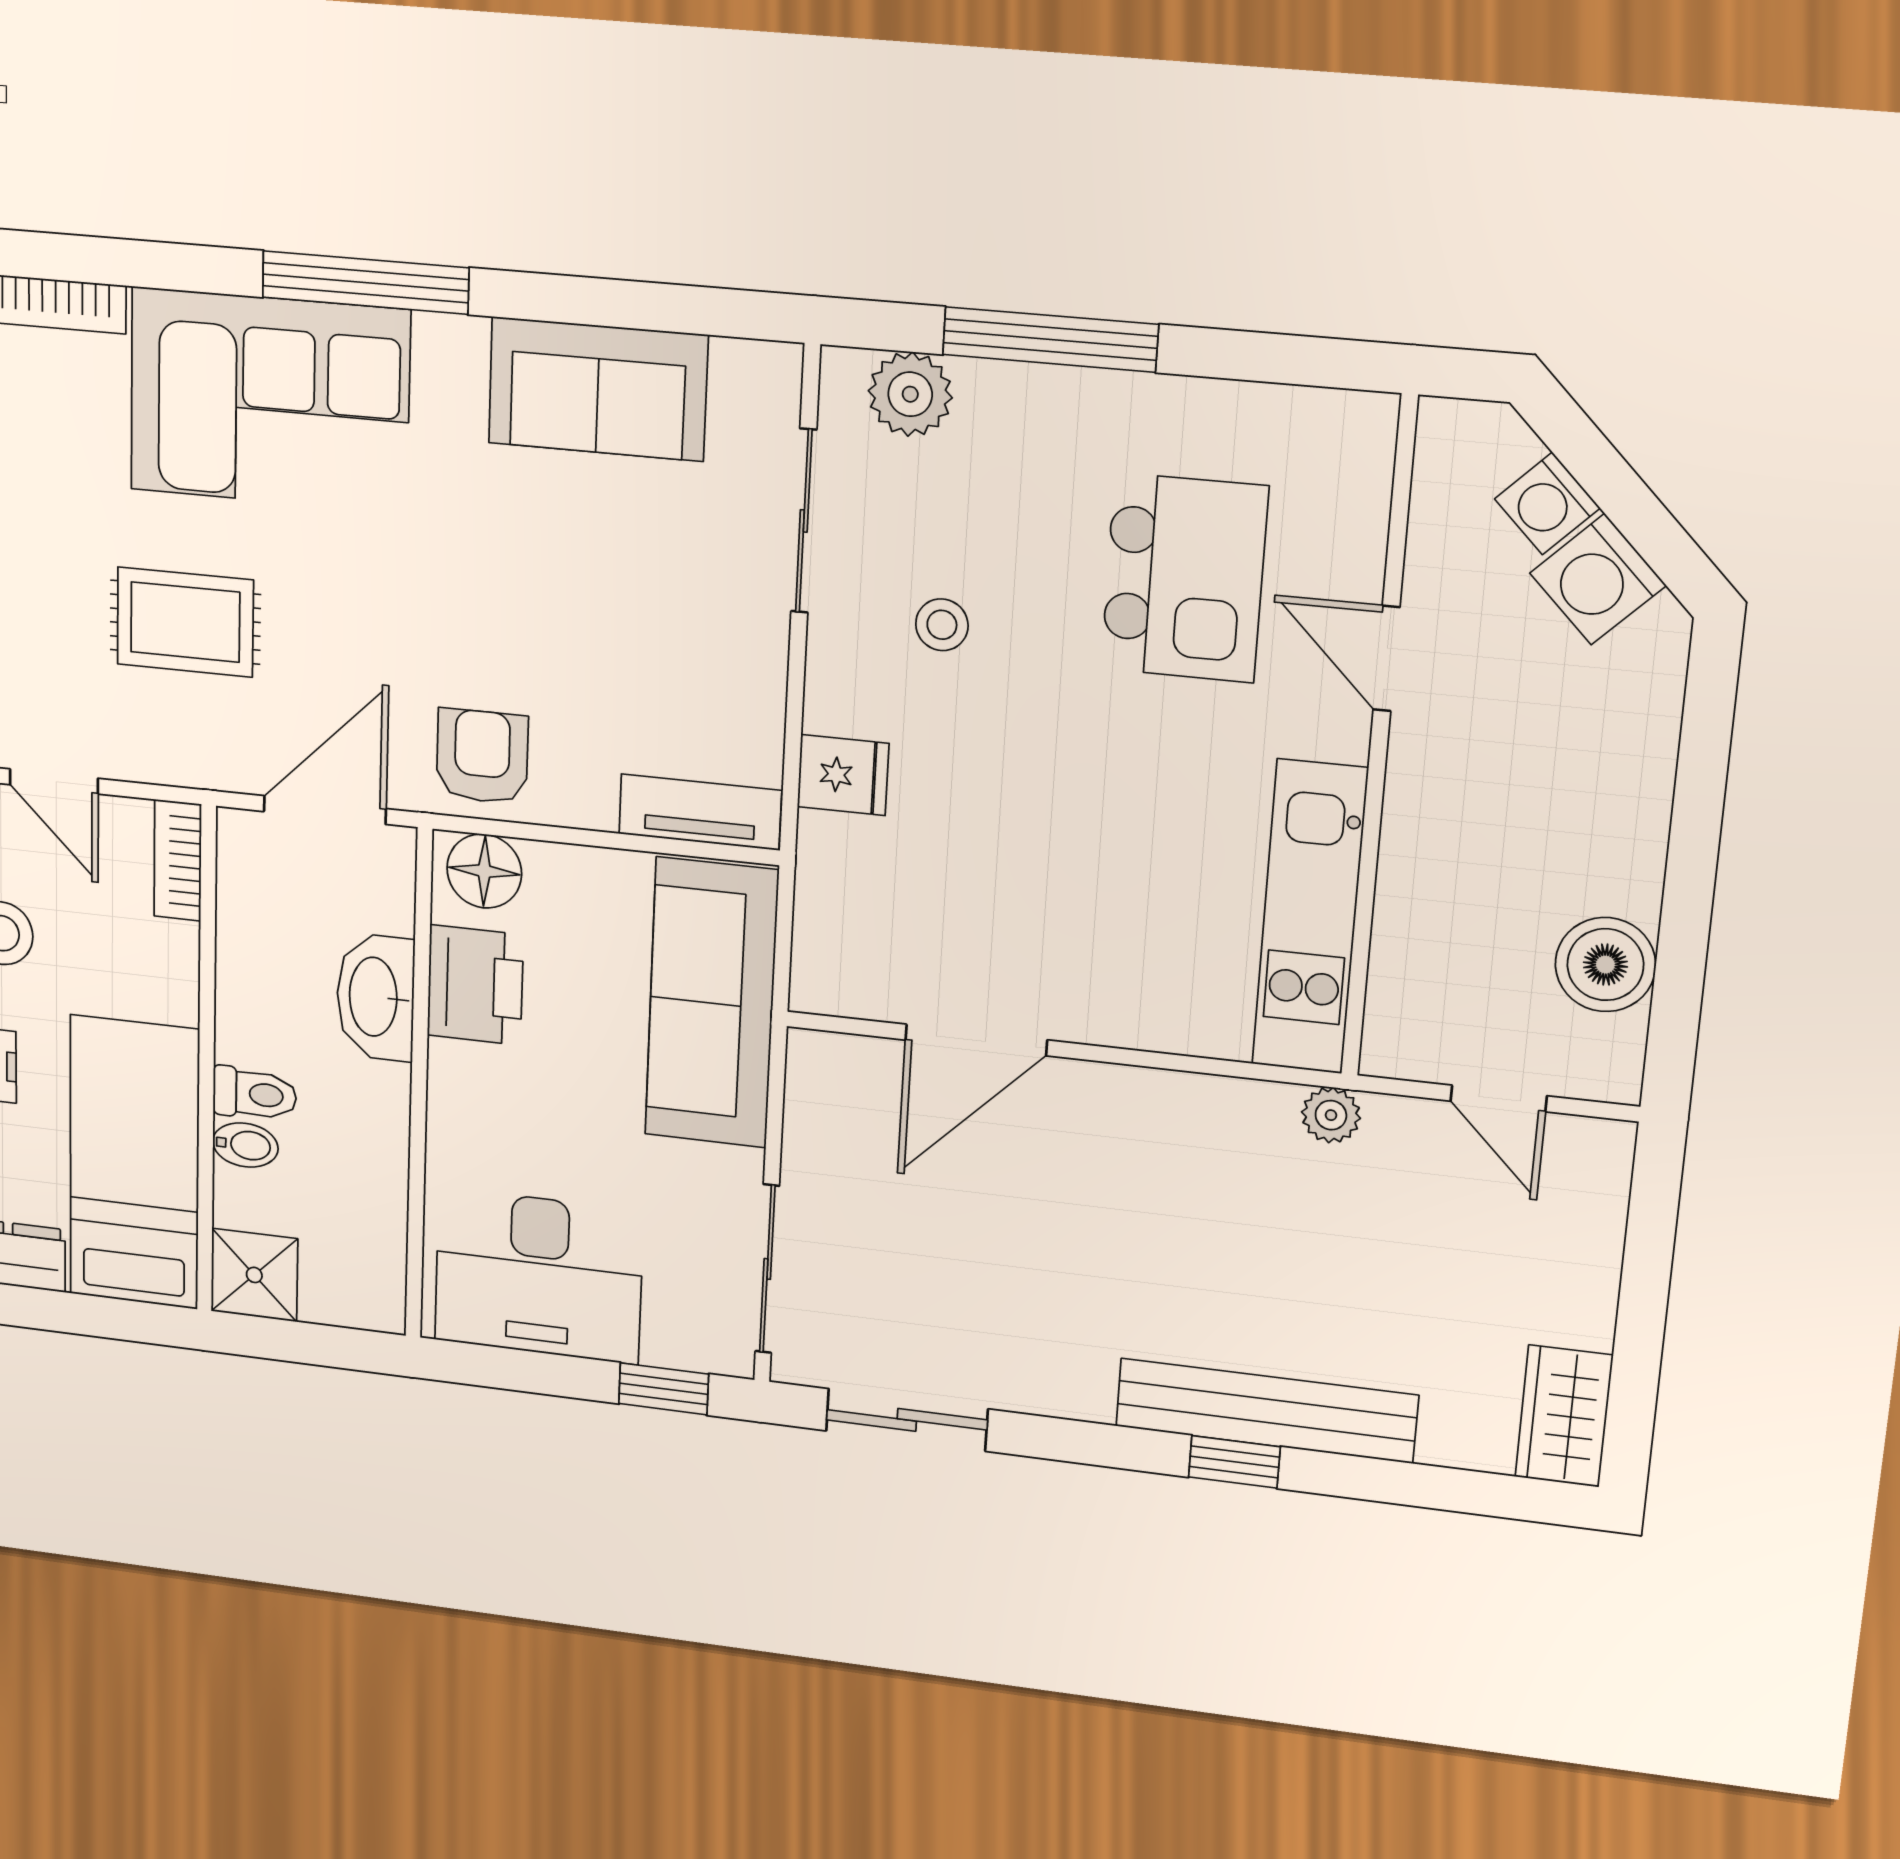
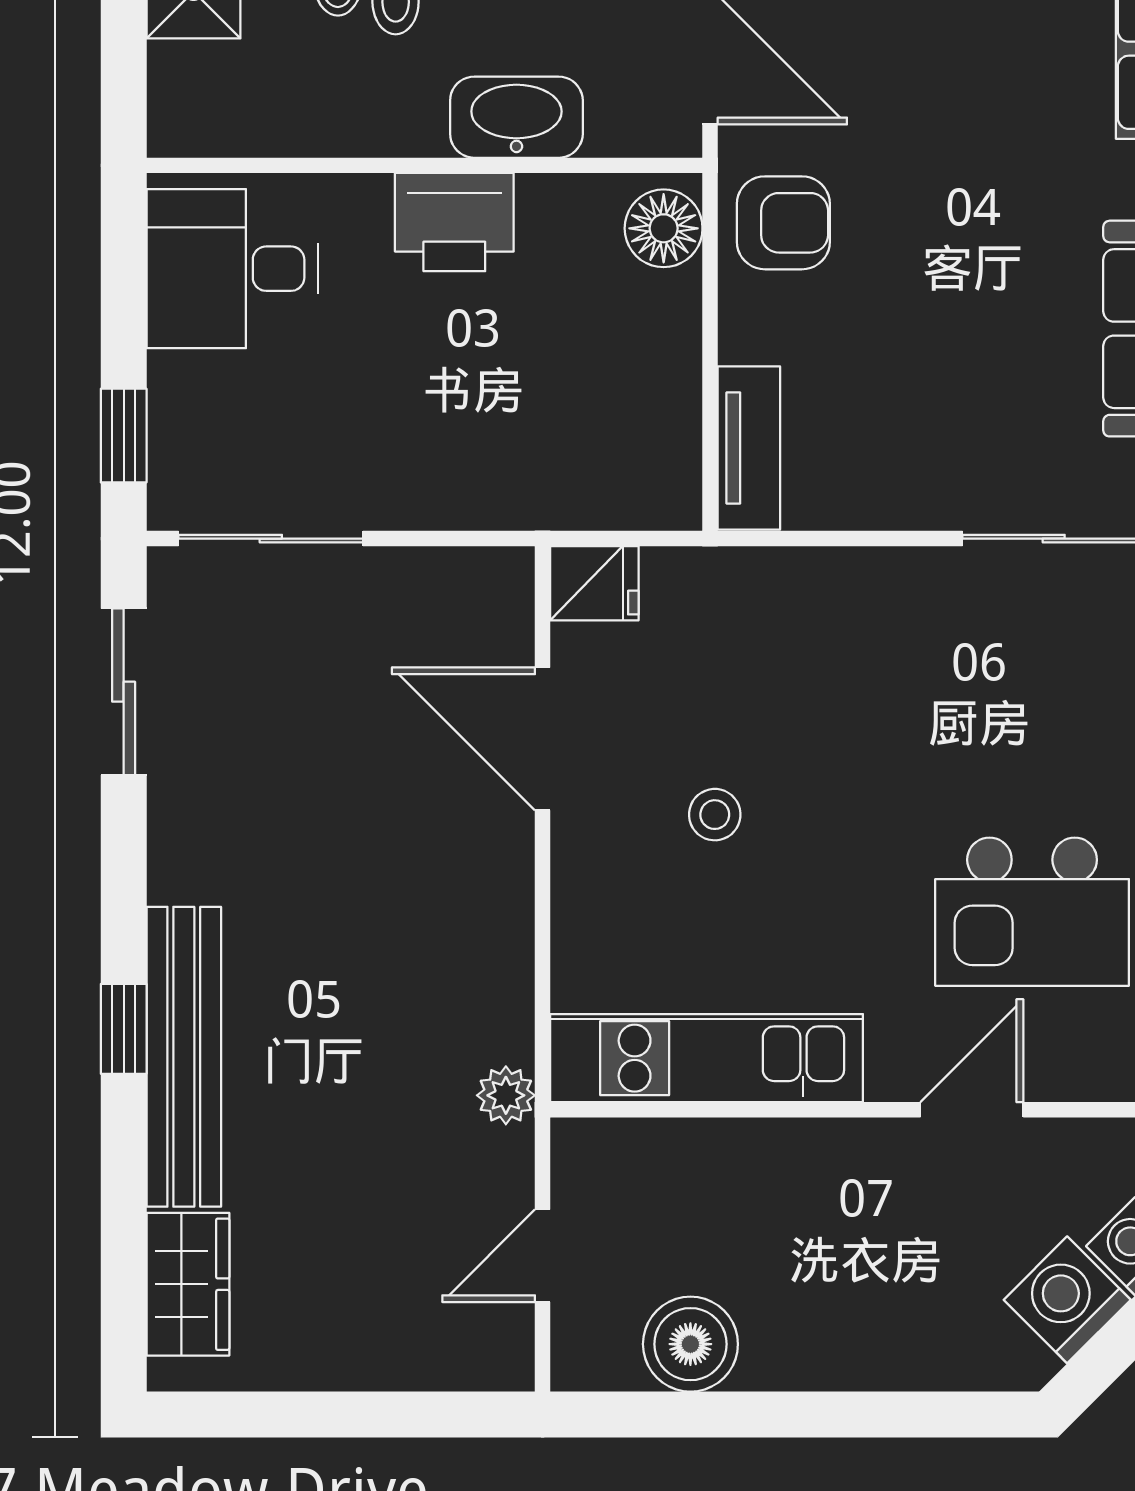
stool: (942, 625) -> (715, 815), moved
fridge: (843, 775) -> (594, 583), moved, turned -90
printer: (475, 985) -> (454, 222), moved
sofa: (711, 1003) -> (550, 468), removed
desk: (539, 1276) -> (232, 269), width x0.73
wardrobe: (1564, 1416) -> (188, 1284), moved, turned 90

